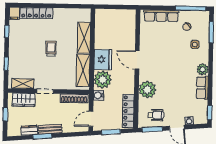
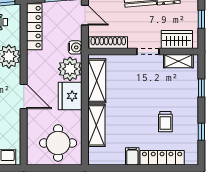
filing cabinet: (14, 14) -> (132, 156), moved
round table: (112, 25) -> (58, 143), added
trolley: (51, 49) -> (165, 122), moved
door: (91, 119) -> (85, 15), hinge flipped

